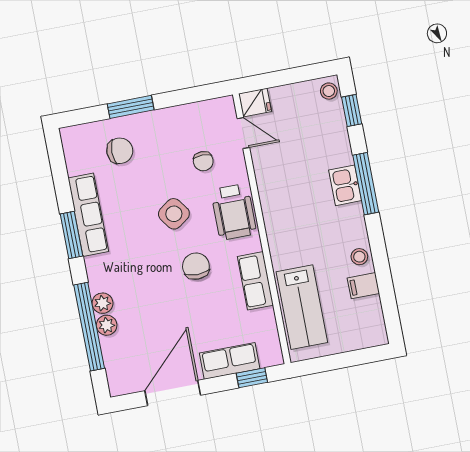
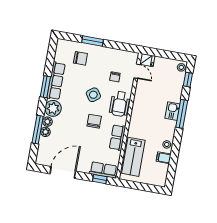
plant: (104, 272) -> (53, 108), added
window: (89, 327) -> (38, 130), width x0.68
row of seats: (230, 361) -> (103, 170), moved

